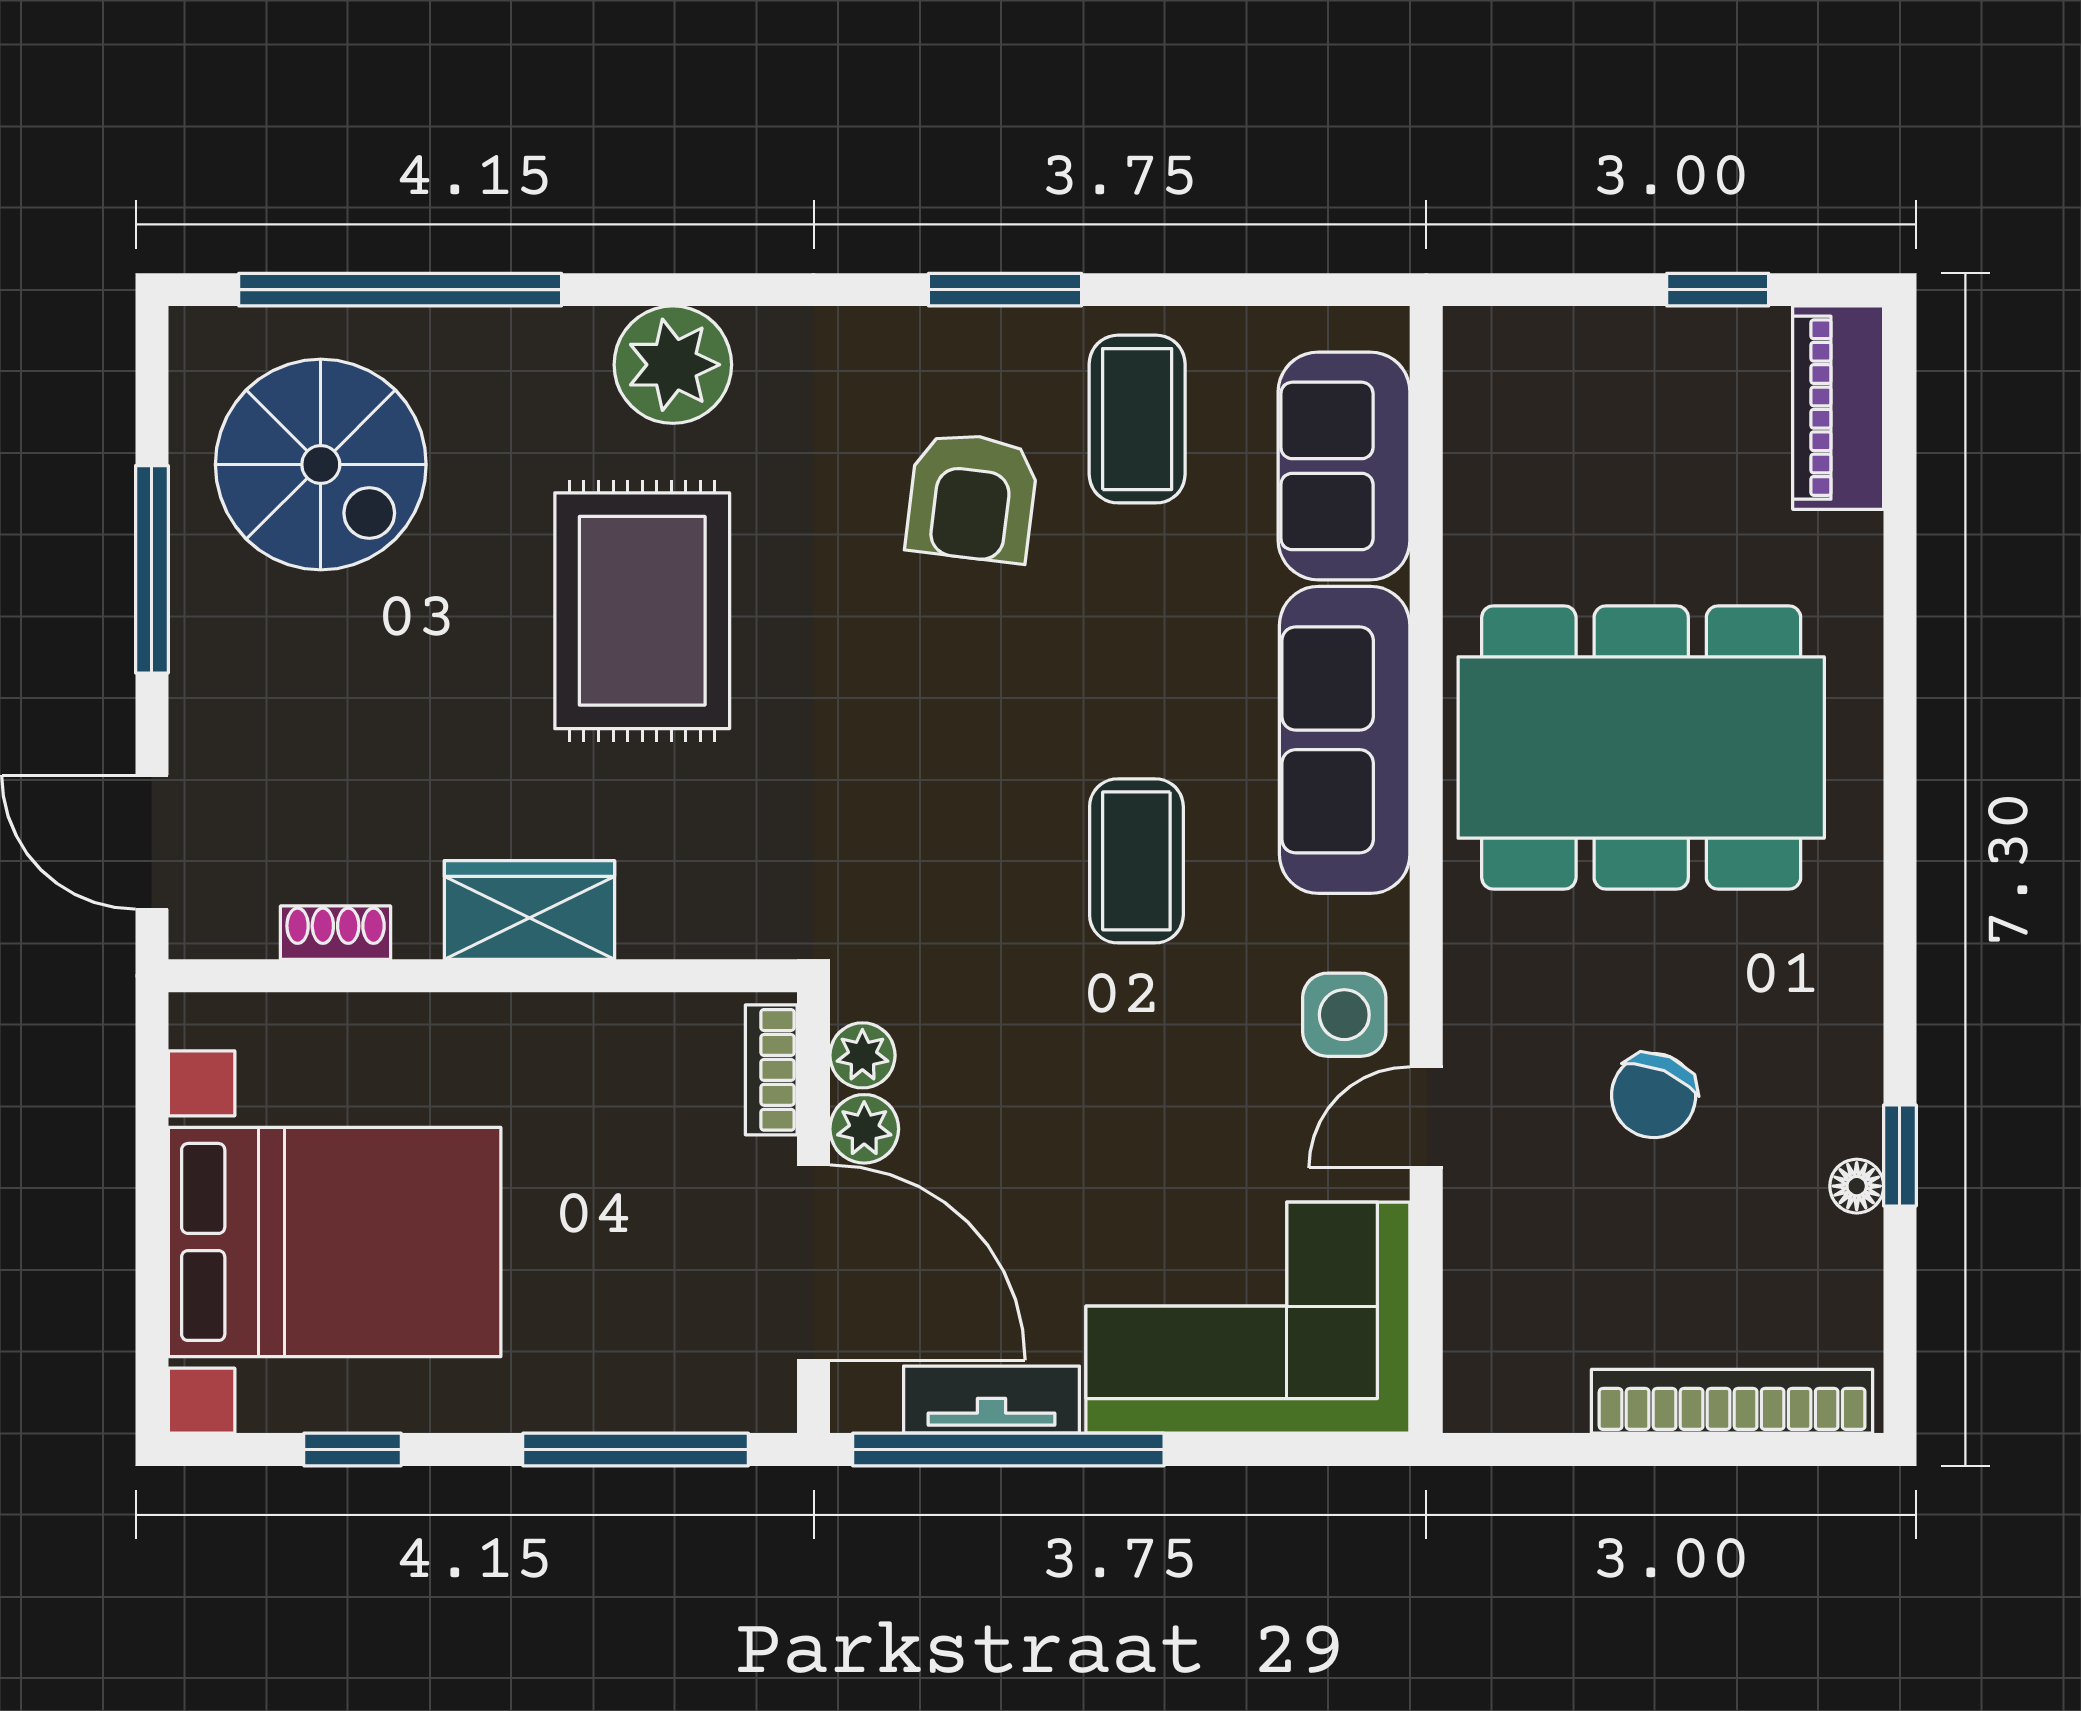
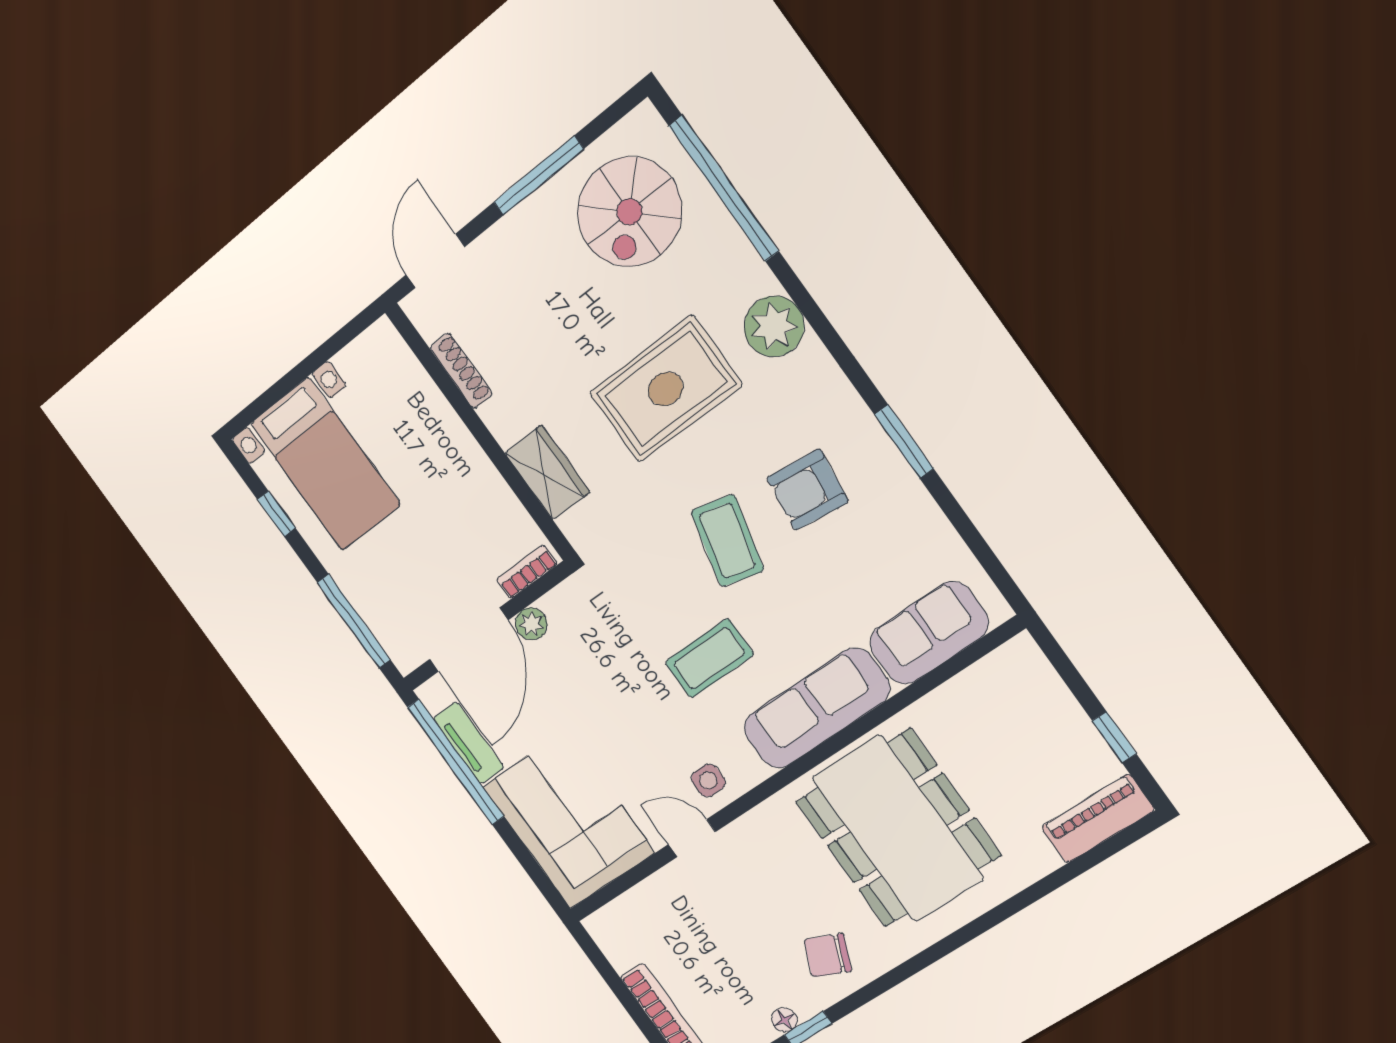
coffee table: (1137, 419) -> (727, 541), moved, turned -76
wardrobe: (529, 910) -> (547, 472), moved
shoe rack: (336, 933) -> (461, 371), width x1.43
side table: (1344, 1015) -> (708, 780), width x0.73, depth x0.73
plant: (862, 1055) -> (558, 603), removed
chair: (1654, 1096) -> (828, 955), moved
bed with nightstands: (335, 1242) -> (325, 464), width x0.73

